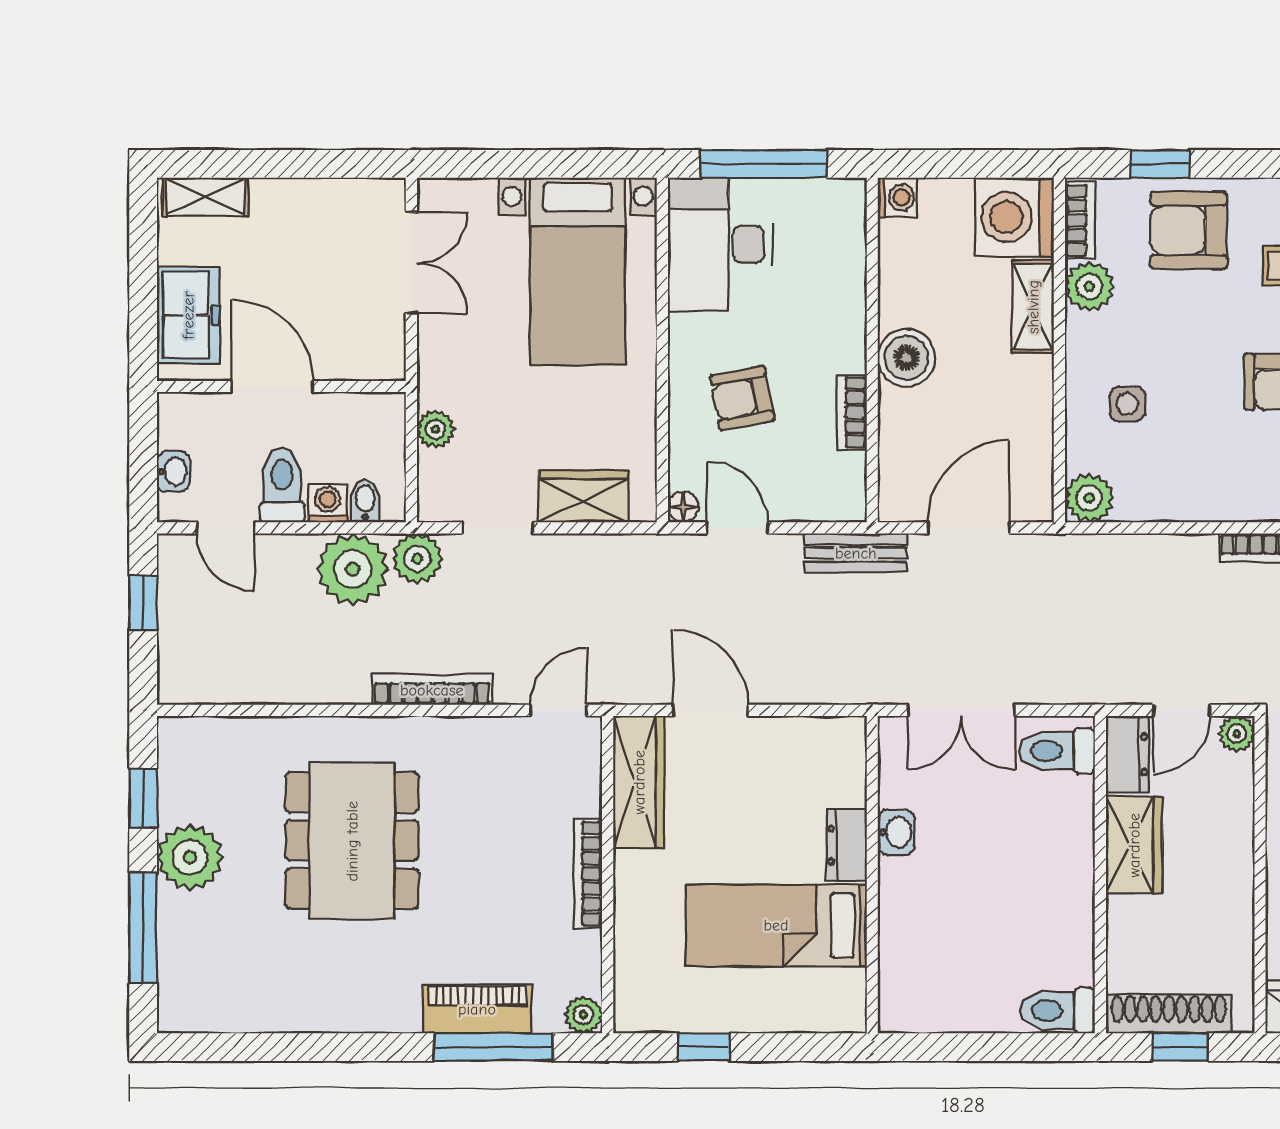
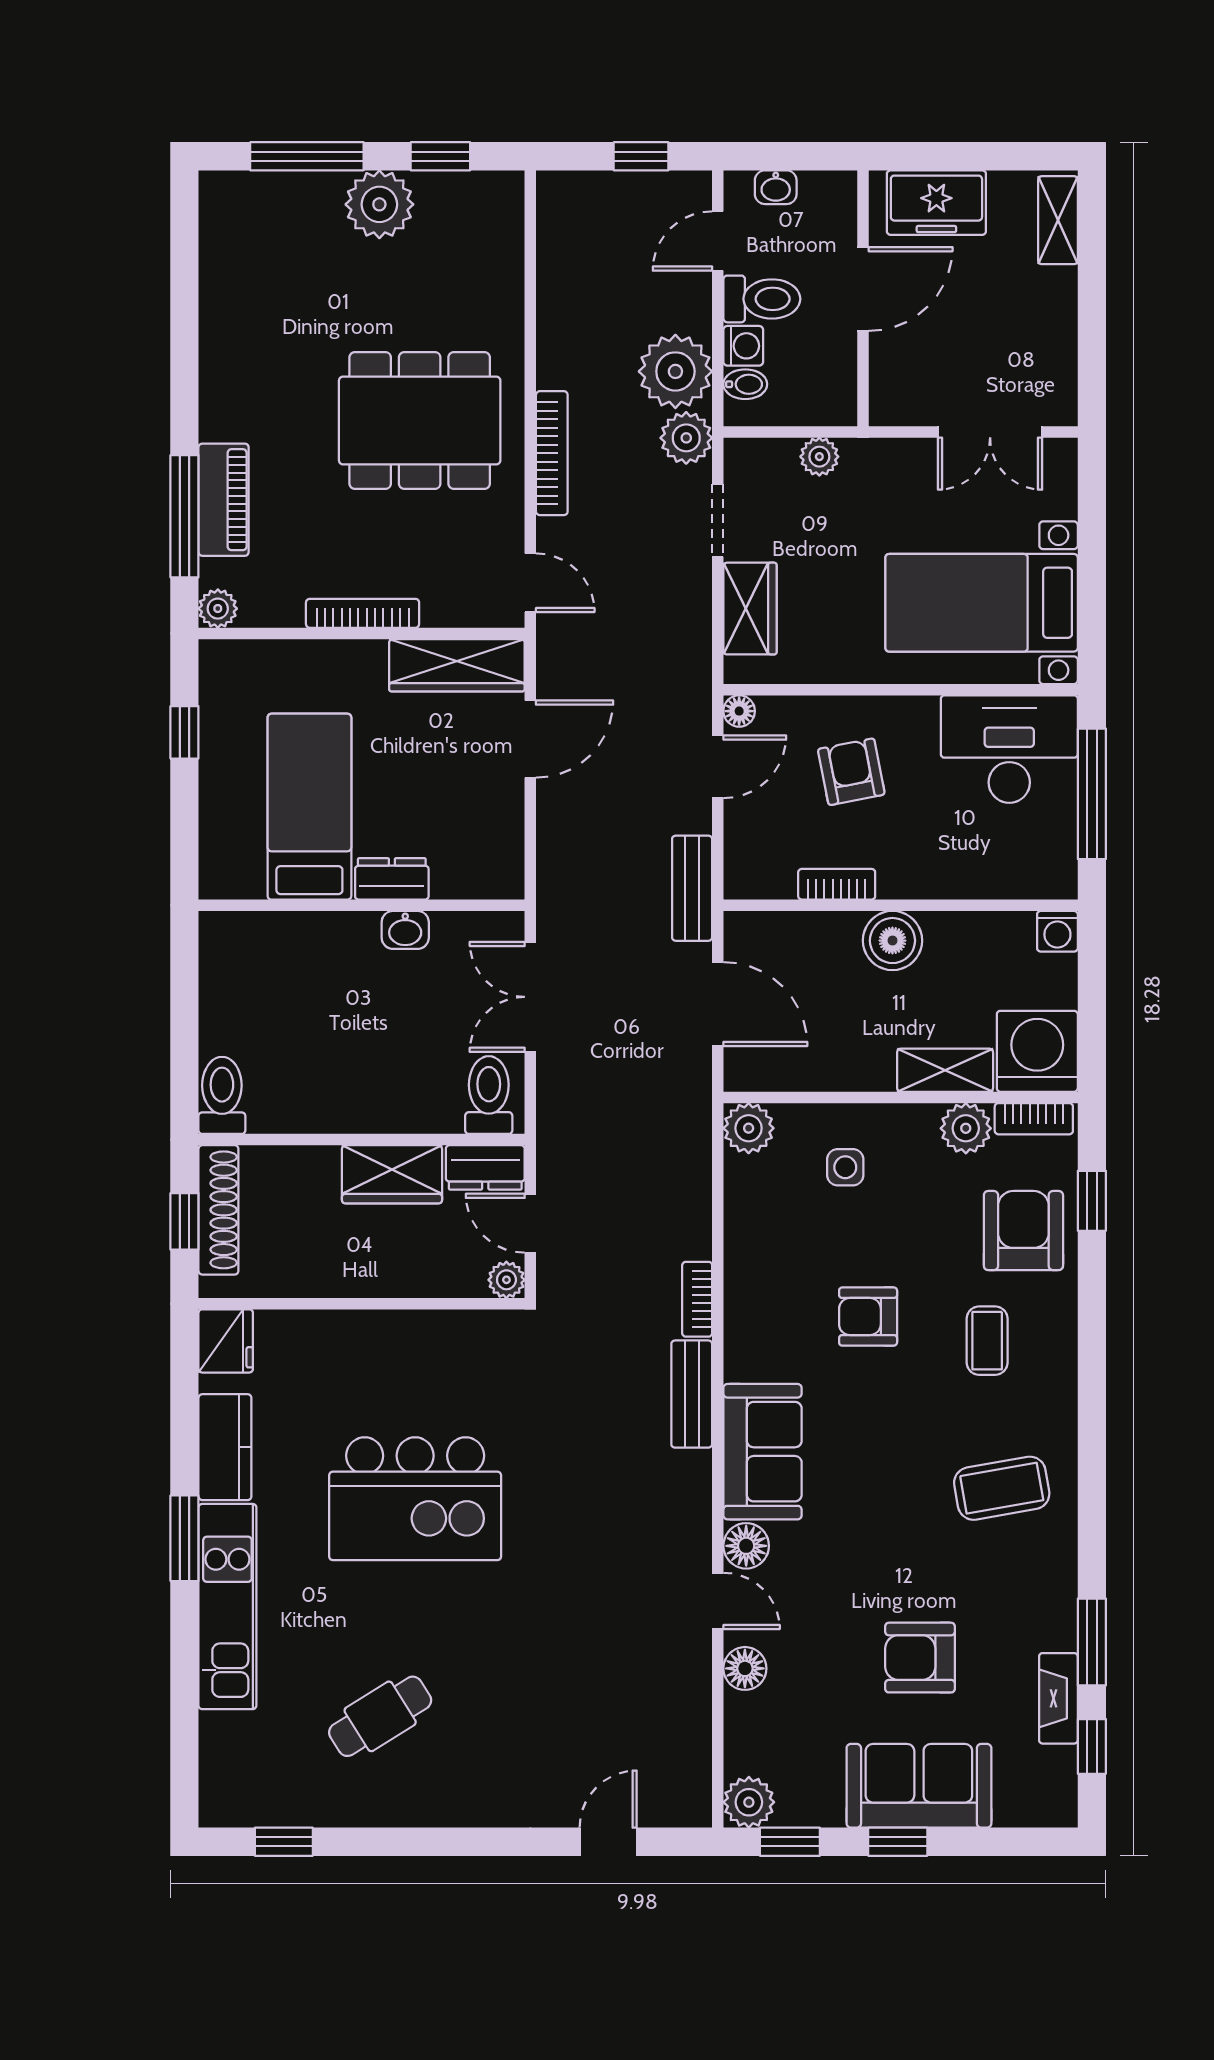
dining table: (352, 841) -> (420, 421), moved

